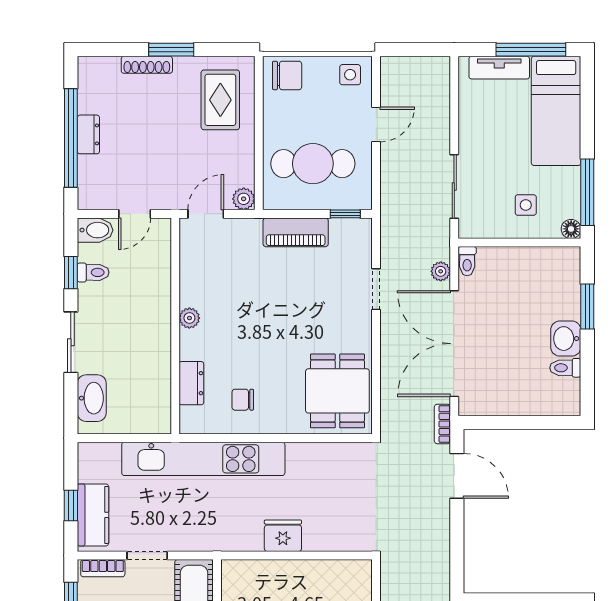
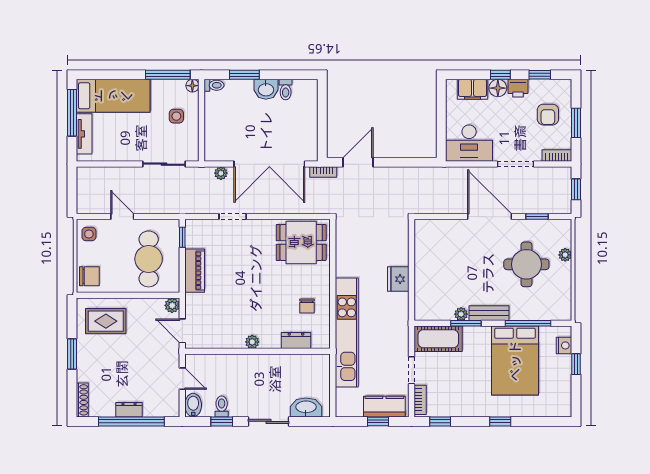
shoe rack: (147, 65) -> (82, 400), moved
chair: (287, 75) -> (89, 276), turned 90
toilet: (467, 261) -> (214, 85), moved

